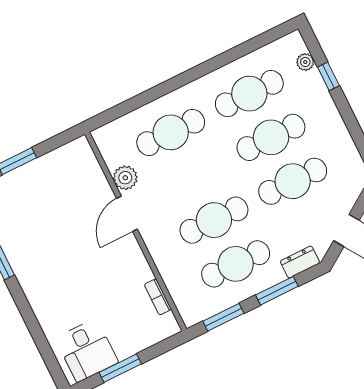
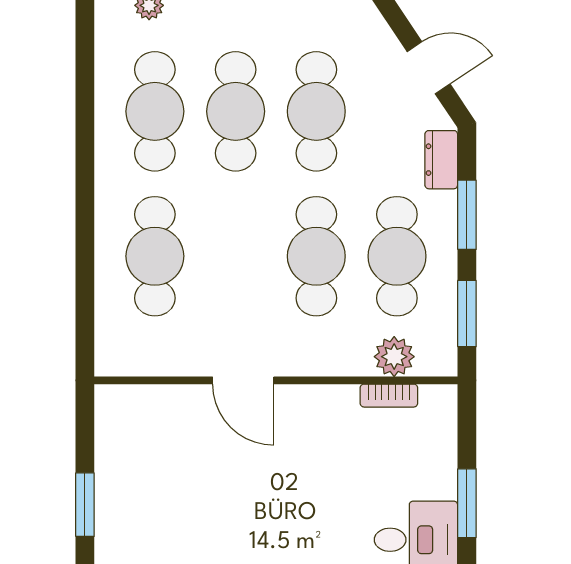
plant: (125, 178) -> (394, 357), moved

